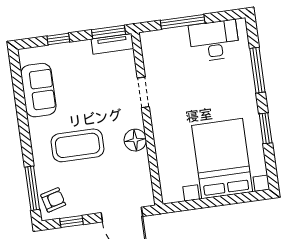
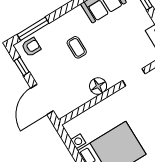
coffee table: (78, 145) -> (77, 47), width x0.54, depth x0.58
armchair: (53, 200) -> (31, 47), turned -75

